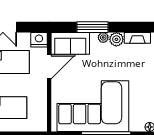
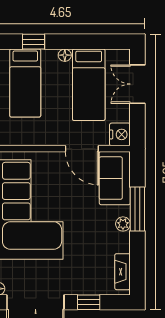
plant: (116, 39) -> (120, 242), removed

